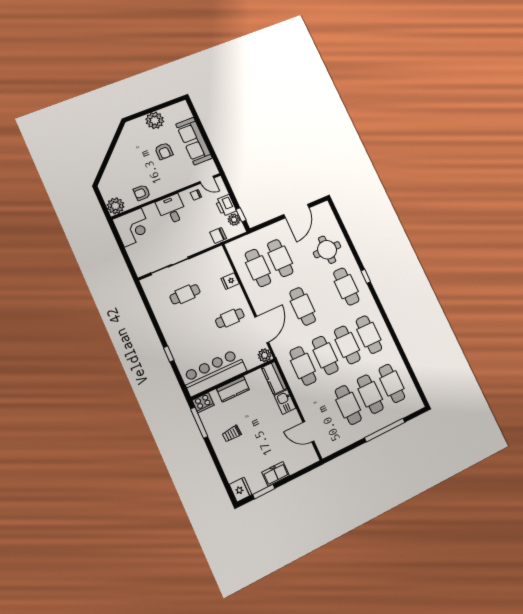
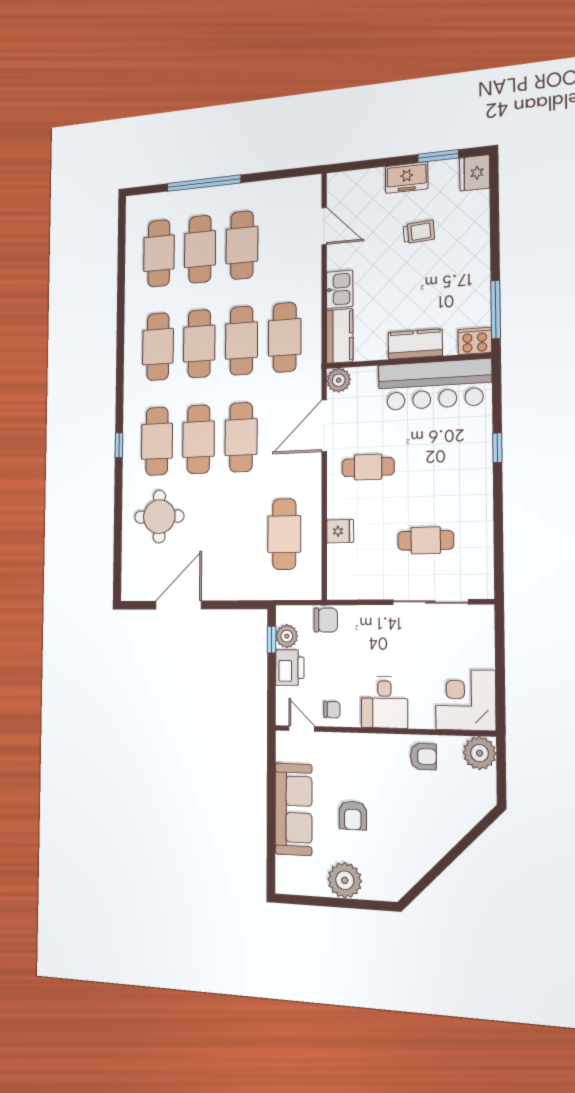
armchair: (164, 151) -> (353, 815), turned 180
cafe table: (280, 258) -> (199, 439), moved
trolley: (232, 434) -> (419, 232), moved

